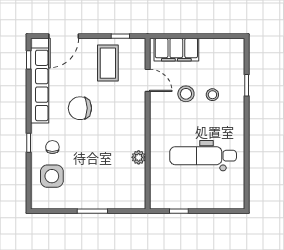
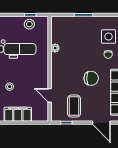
door: (64, 36) -> (101, 123), swing flipped
filing cabinet: (176, 50) -> (18, 114), moved
stool: (186, 94) -> (29, 24), moved

